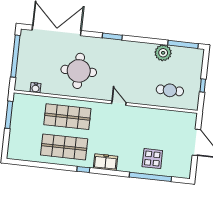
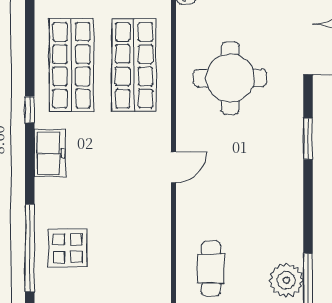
plant: (163, 53) -> (286, 280), moved

